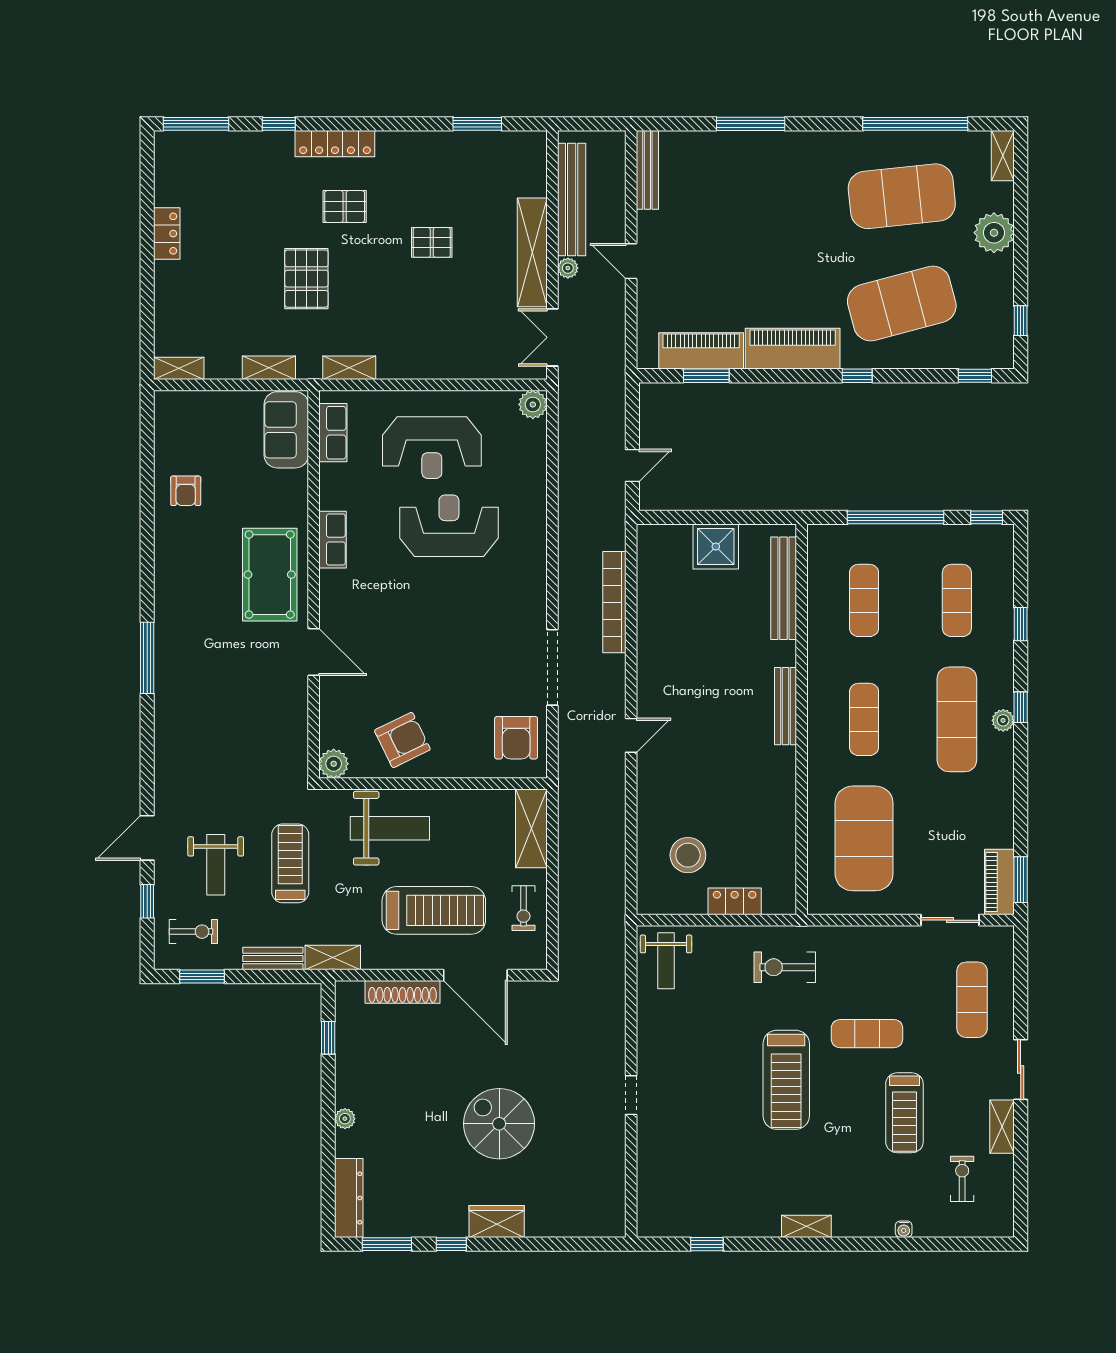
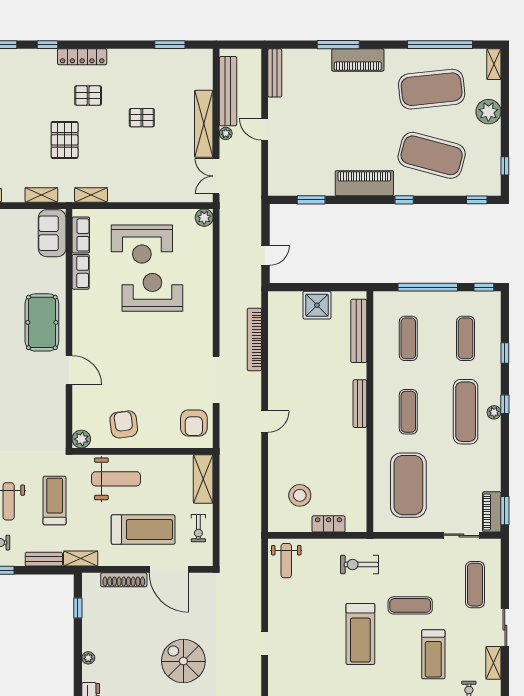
exercise mat: (902, 304) -> (432, 155), turned 30
piano: (701, 351) -> (358, 60), moved, turned 180
row of seats: (333, 540) -> (81, 272), moved
armchair: (402, 740) -> (124, 424), turned -71

